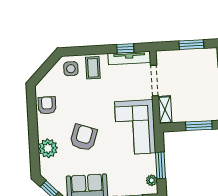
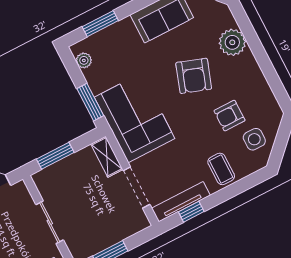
side table: (71, 69) -> (254, 139), moved
armchair: (47, 105) -> (230, 116), moved, turned 90
window: (161, 165) -> (90, 102), moved

